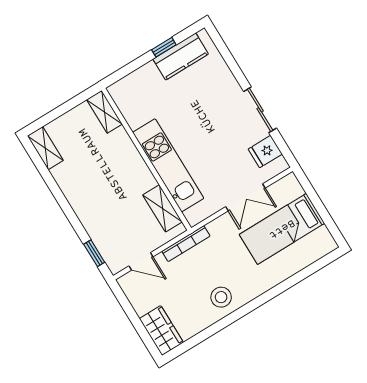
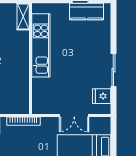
kitchen unit: (168, 165) -> (41, 45), moved
shelving: (162, 208) -> (22, 93), removed

